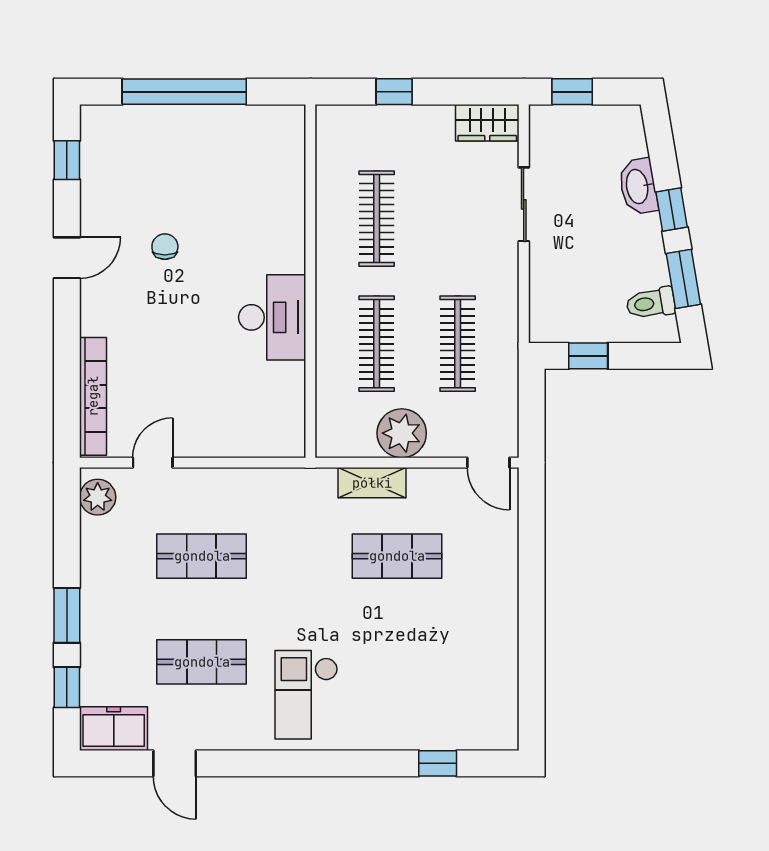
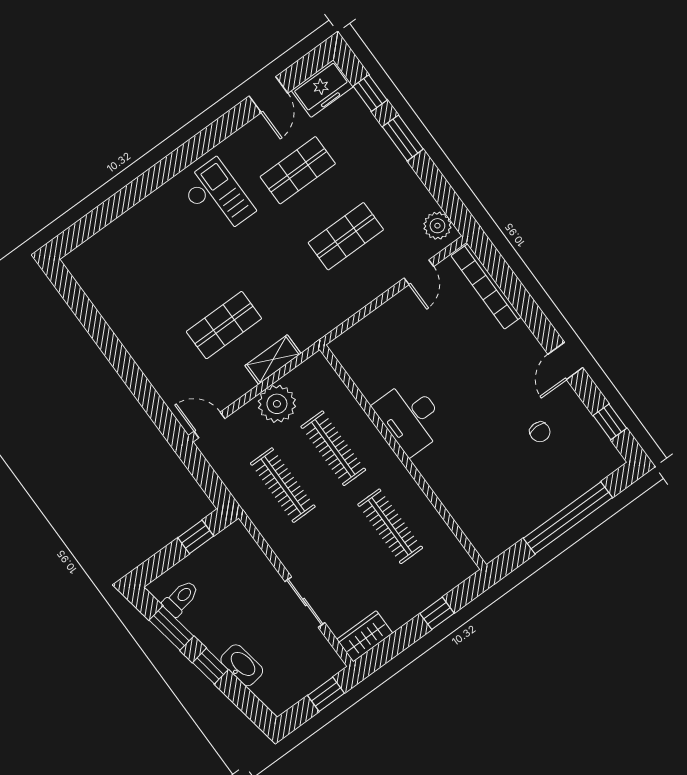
chair: (165, 247) -> (540, 432), moved
door: (175, 763) -> (268, 95), swing flipped
window: (438, 763) -> (104, 214), removed

